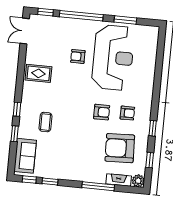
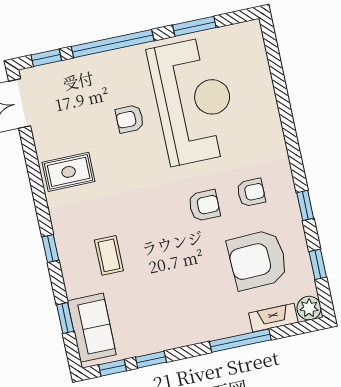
window: (15, 134) -> (65, 318), moved

